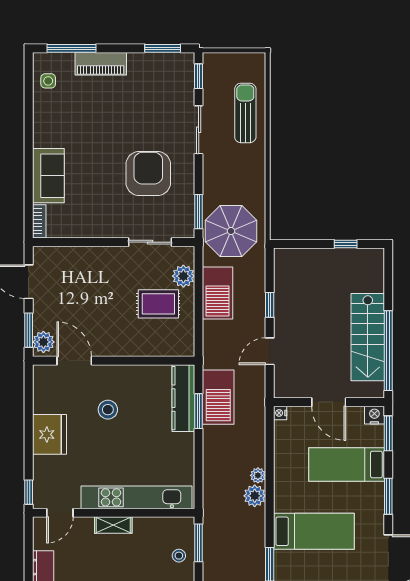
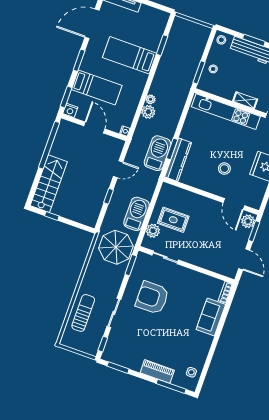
sun lounger: (245, 113) -> (83, 313), turned 180
armchair: (148, 174) -> (152, 298), turned 90
stairs: (368, 337) -> (49, 184), moved
plant: (255, 496) -> (148, 112), moved

